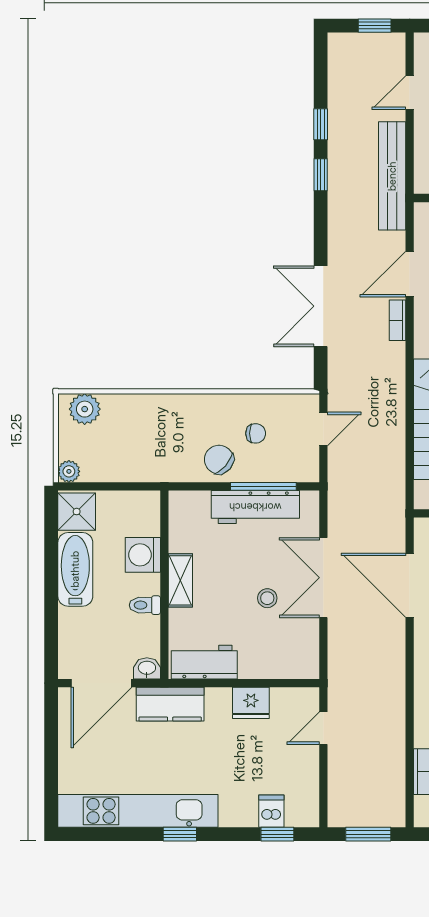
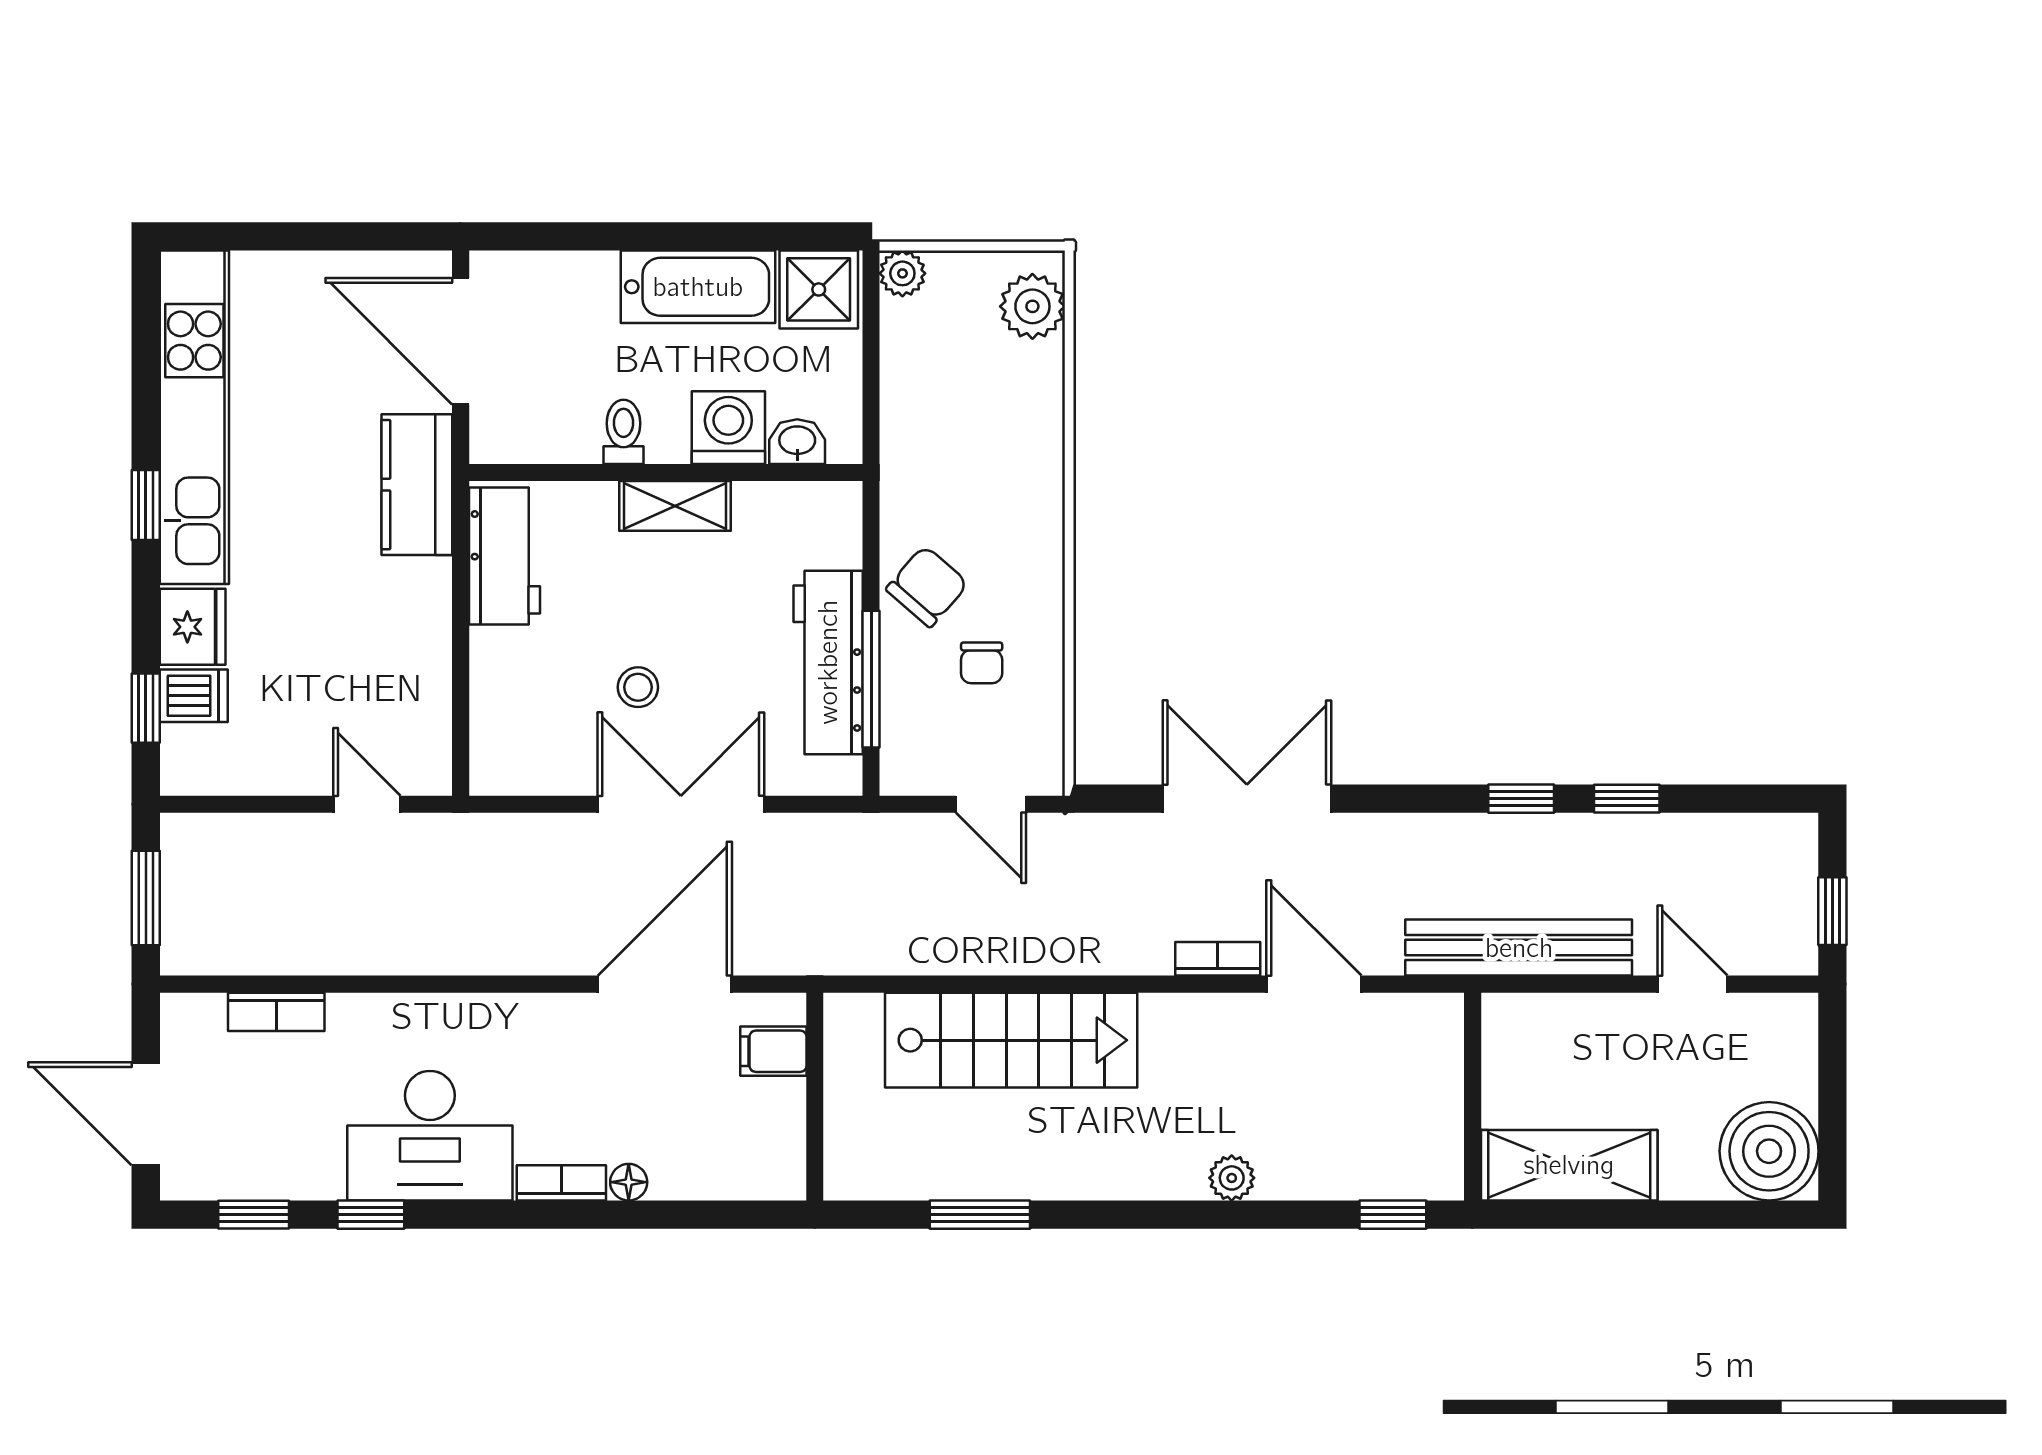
washbasin: (147, 668) -> (797, 442), moved, turned -90
fridge: (251, 703) -> (193, 627), moved, turned 180

